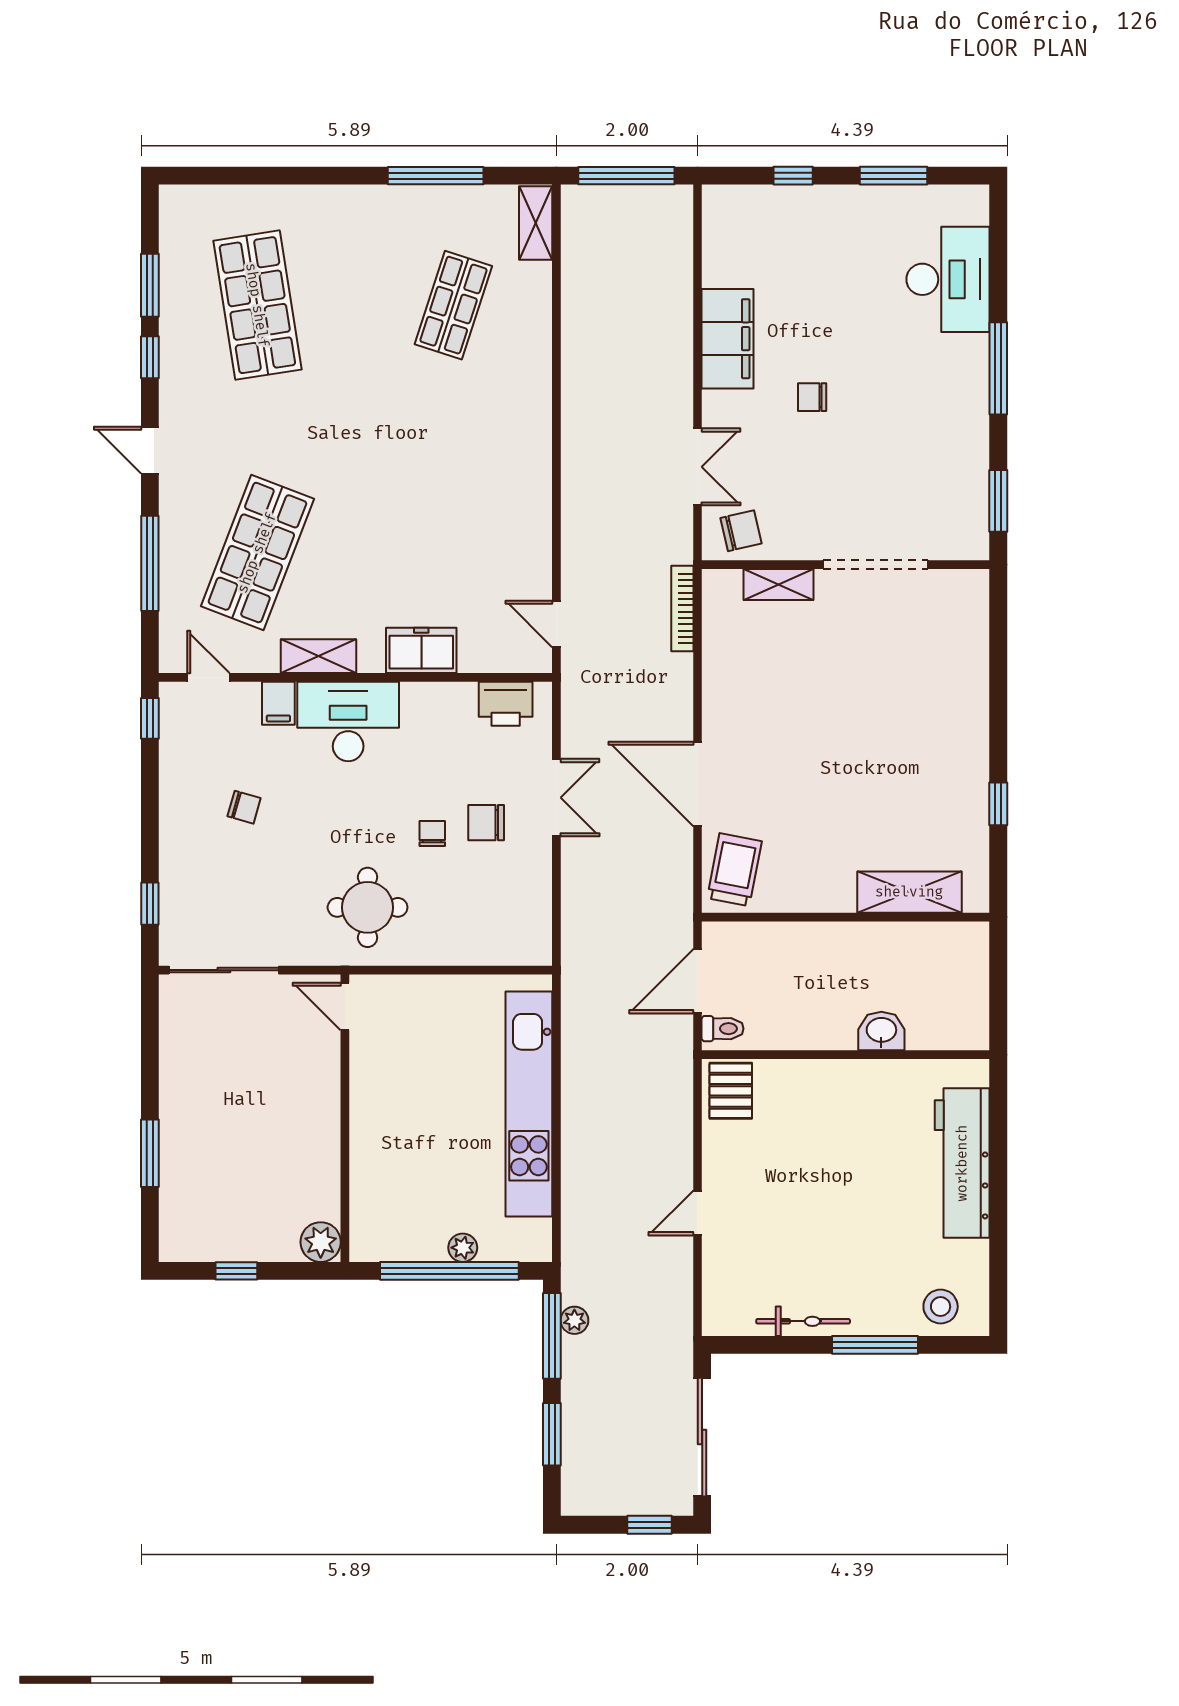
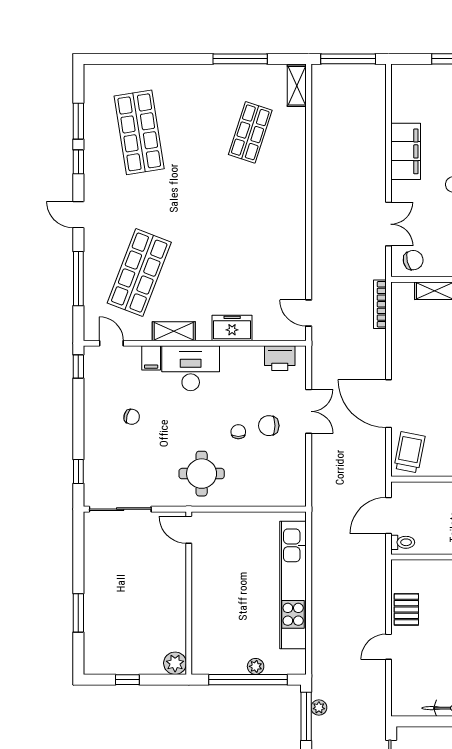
pallet: (731, 1091) -> (406, 609), moved

